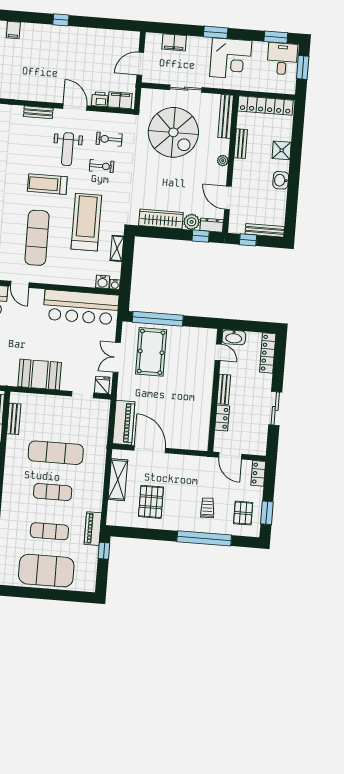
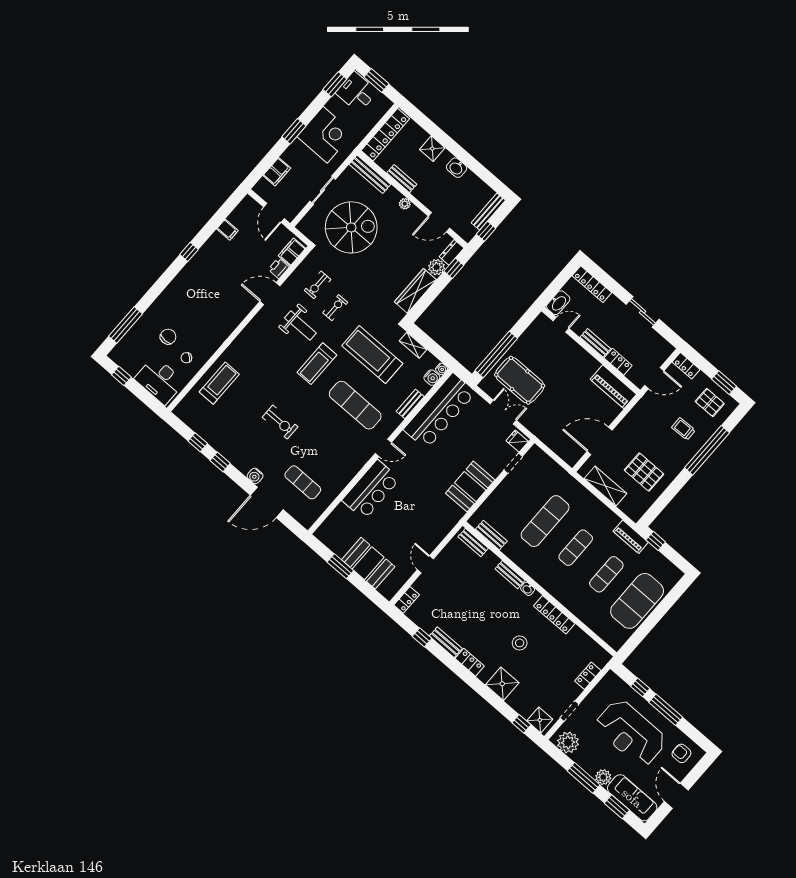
filing cabinet: (13, 30) -> (227, 230), moved
bench: (38, 112) -> (410, 404), moved
double door: (117, 357) -> (503, 412), swing flipped
piano: (124, 423) -> (613, 387), moved, turned 180

